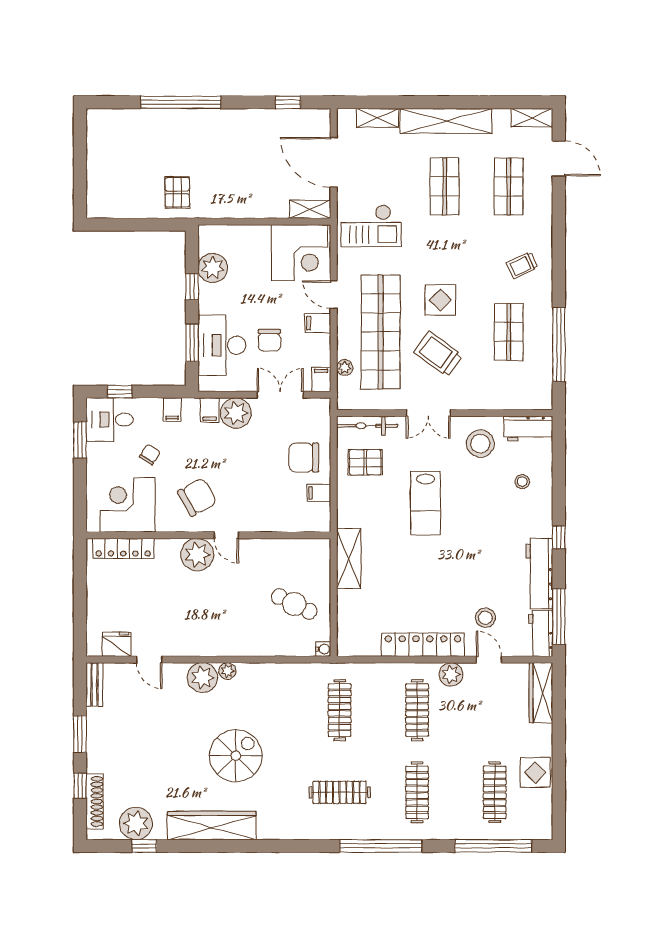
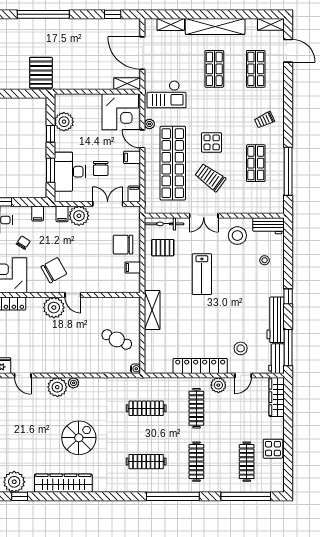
pallet: (177, 192) -> (41, 73), width x1.50, depth x1.42
plant: (345, 368) -> (149, 124), moved
door: (489, 660) -> (243, 375), swing flipped
clothes rail: (340, 710) -> (146, 408), turned 90

